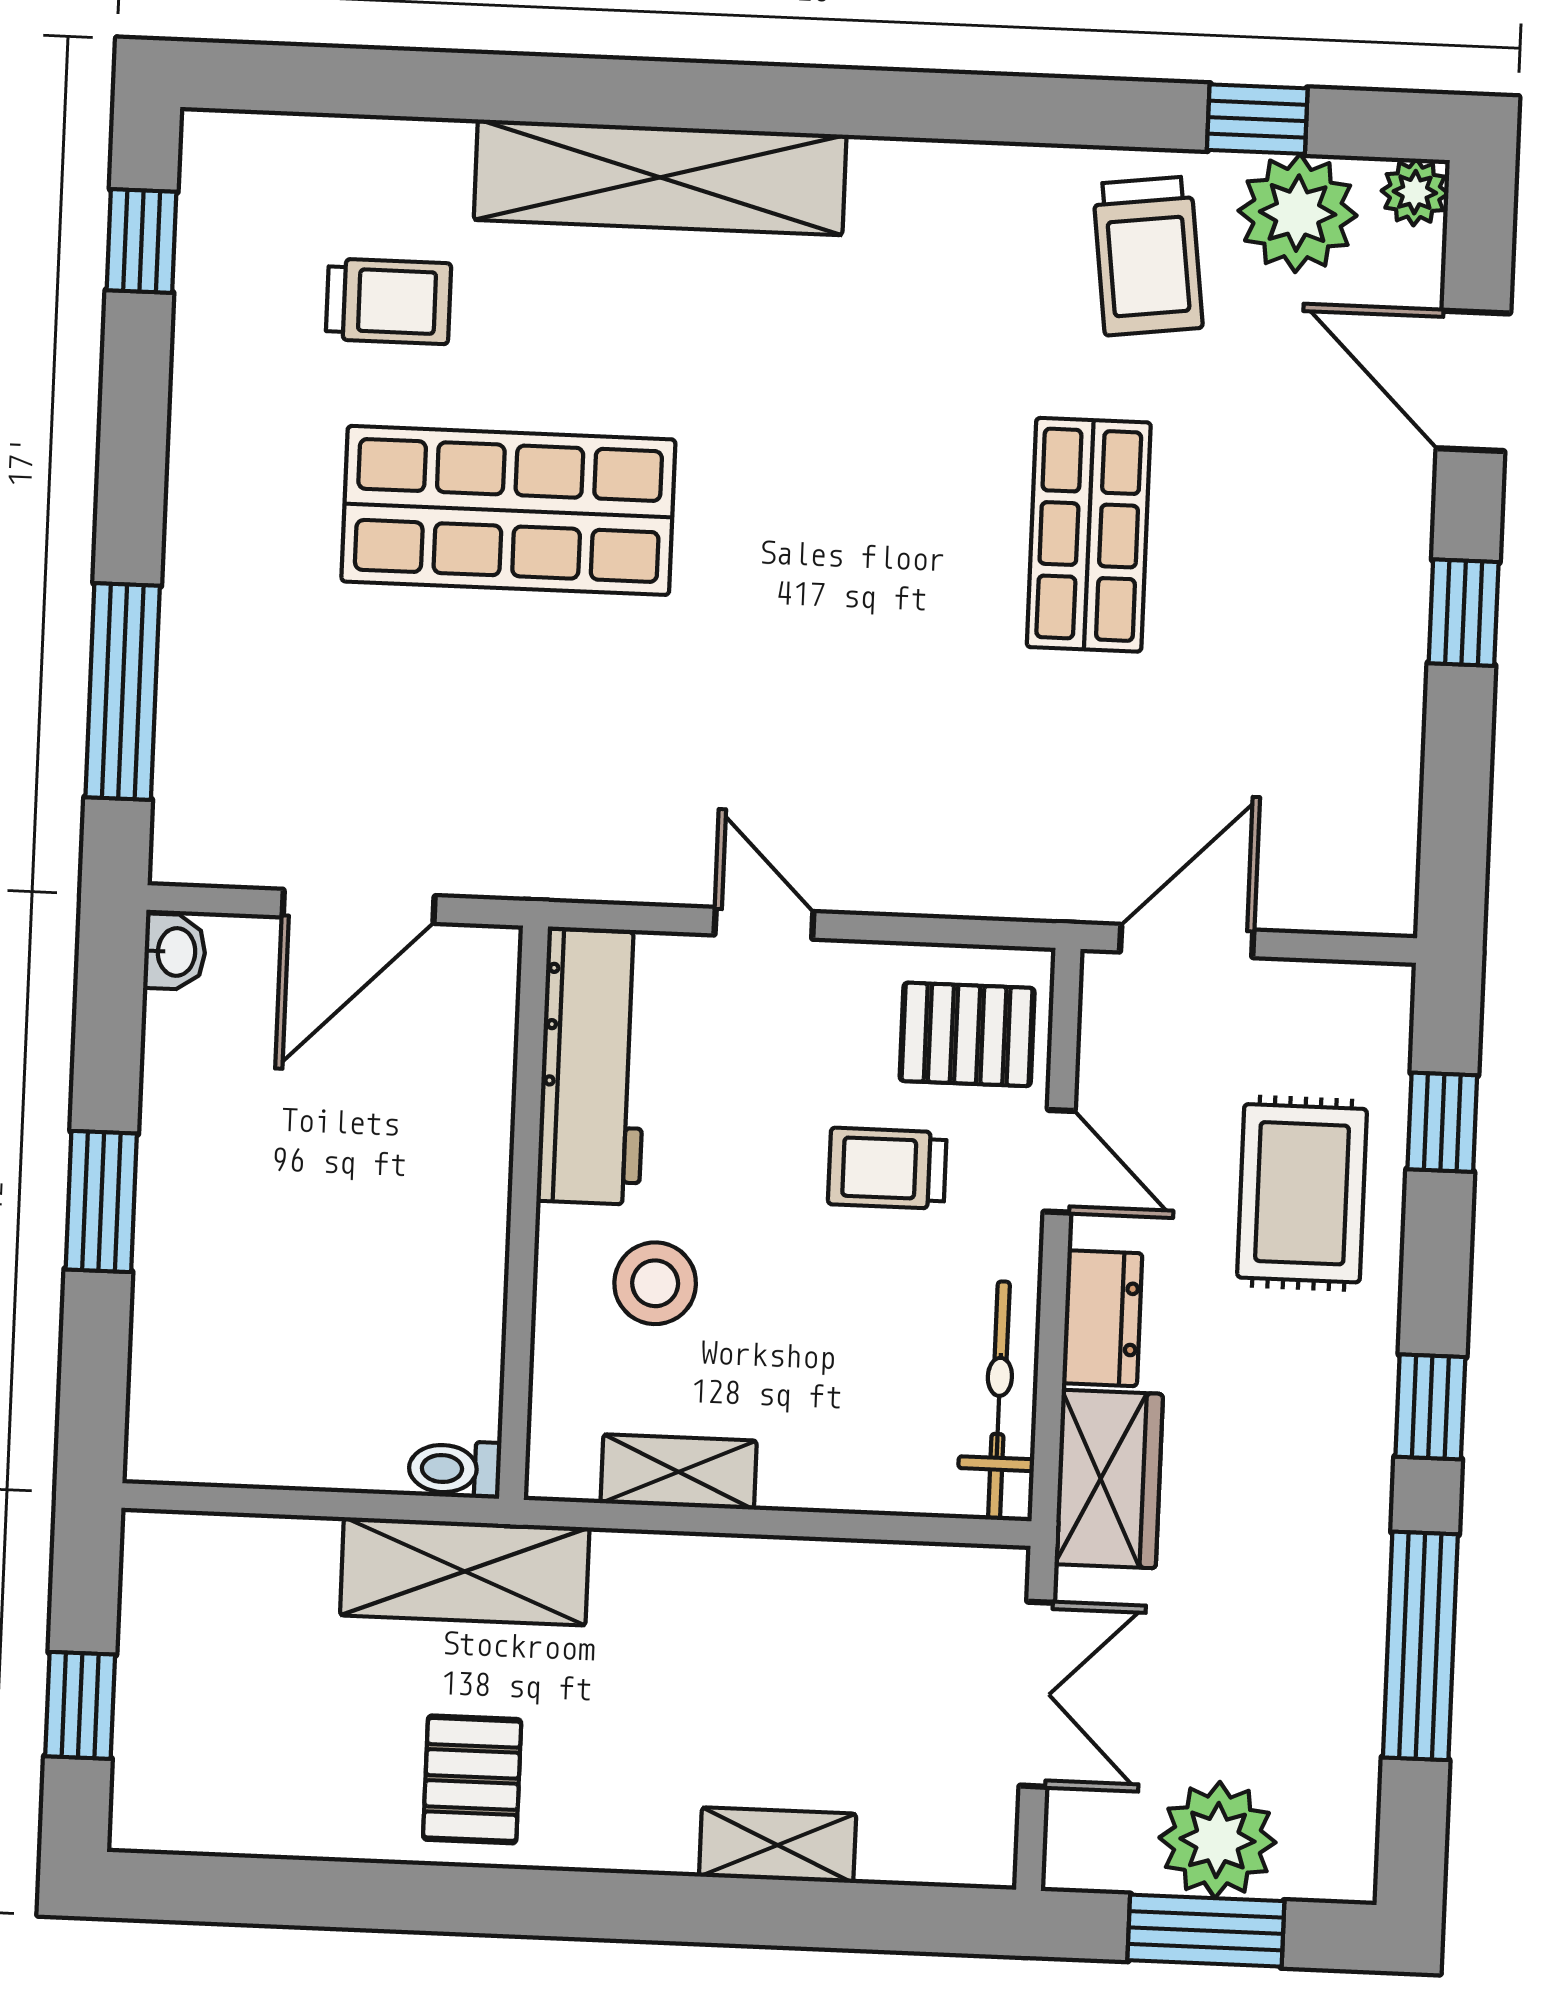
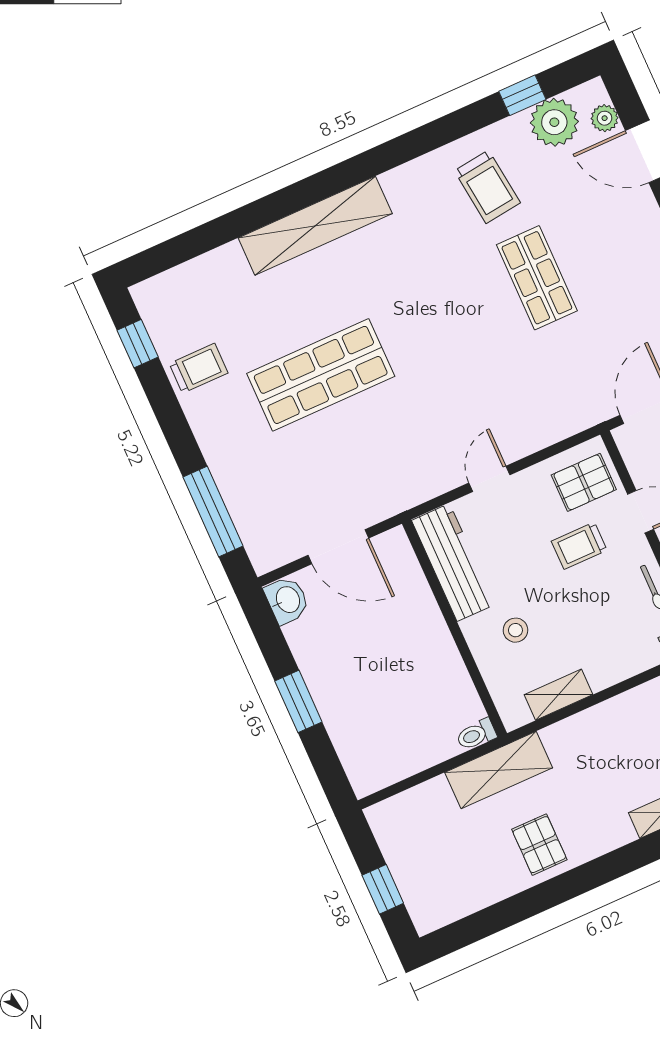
plant: (1415, 192) -> (605, 118), moved
trolley: (1148, 256) -> (487, 187), moved
trolley: (388, 301) -> (199, 368), moved
door: (359, 906) -> (338, 547), hinge flipped
door: (764, 923) -> (489, 479), hinge flipped
washbasin: (175, 952) -> (287, 600), width x1.38, depth x1.45
stool: (655, 1283) -> (515, 630), width x0.73, depth x0.73

